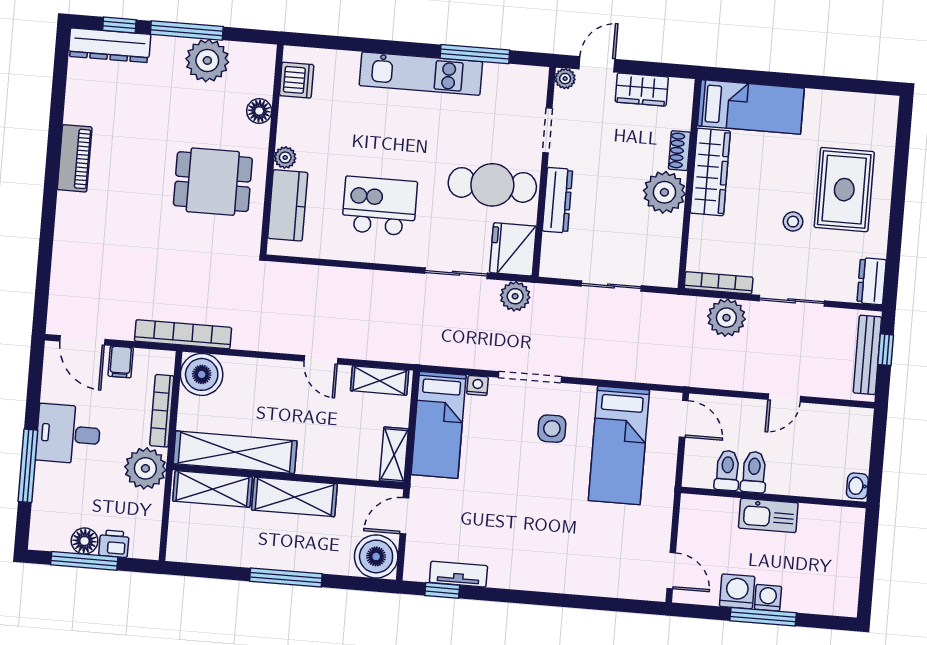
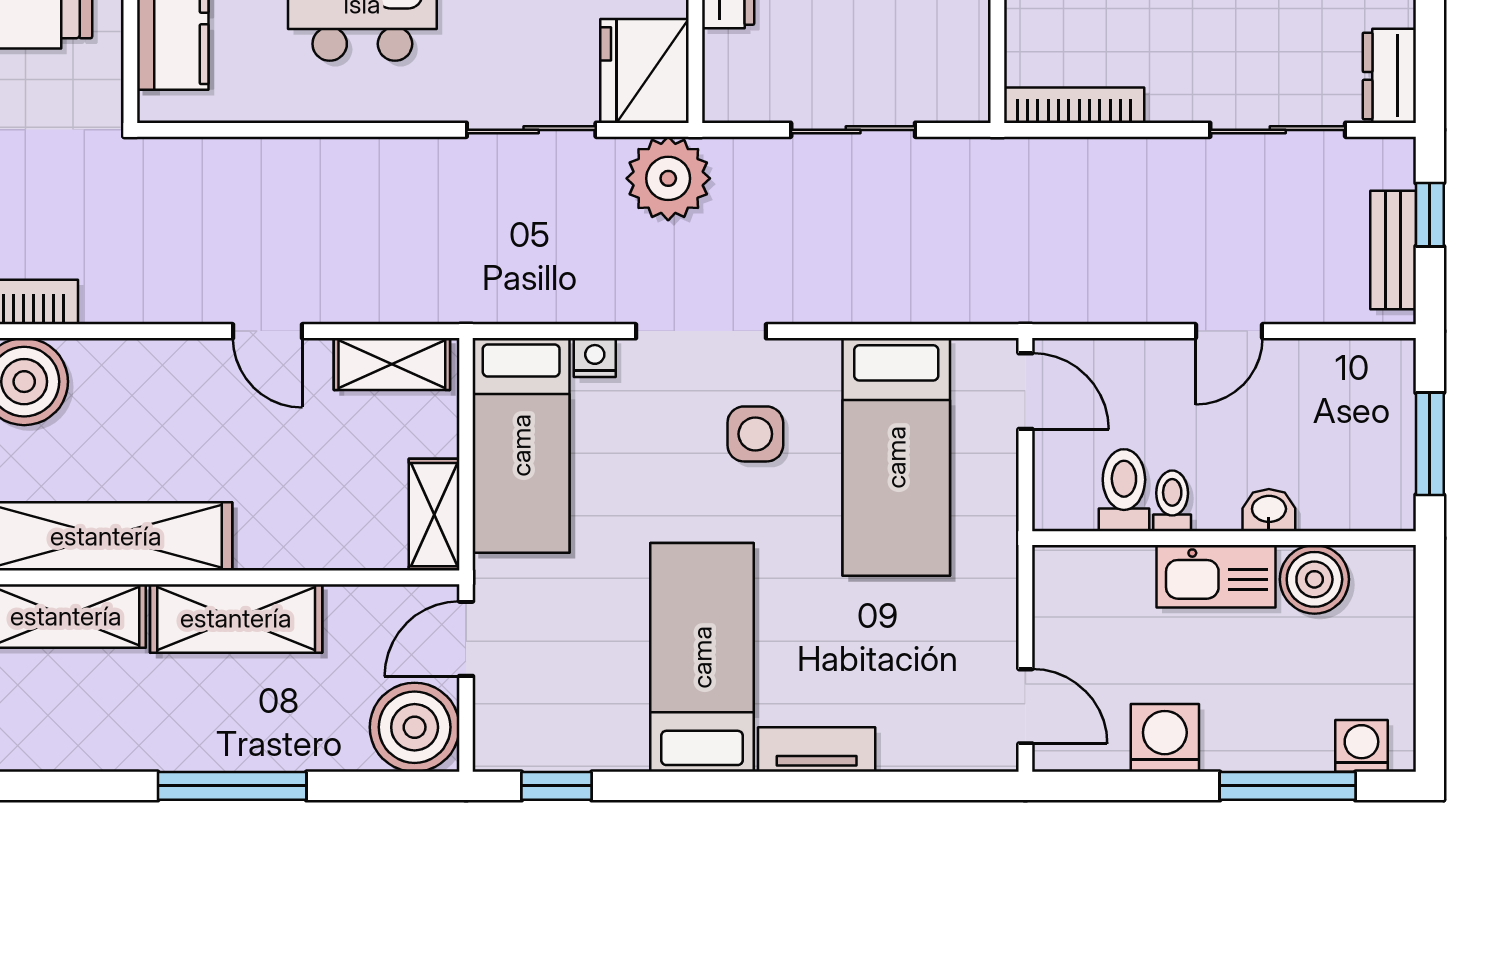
plant: (515, 296) -> (668, 178), width x1.36, depth x1.36
sliding door: (792, 301) -> (1278, 130), moved
plant: (726, 318) -> (1096, 176), removed
bench: (867, 355) -> (1393, 250), width x0.73
window: (877, 460) -> (1430, 444), added
toilet: (754, 472) -> (1172, 501), width x0.73, depth x0.72
washbasin: (857, 486) -> (1269, 510), moved, turned 90
boiler: (816, 521) -> (1314, 579), added
bed: (517, 534) -> (702, 657), added
tv unit: (458, 574) -> (817, 750), moved
washing machine: (768, 598) -> (1361, 746), moved
window: (763, 617) -> (1288, 786), moved

